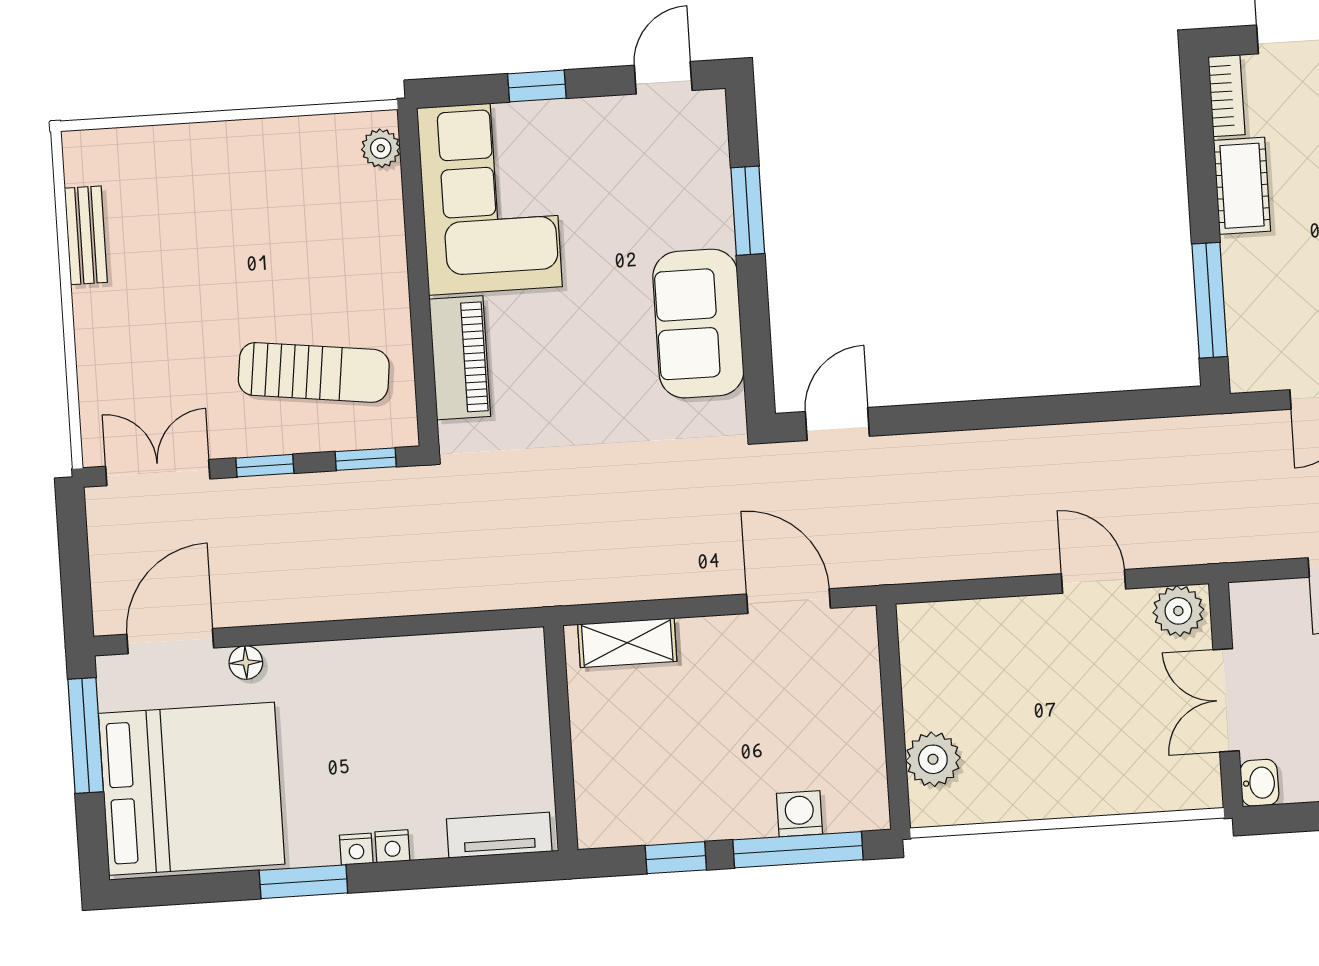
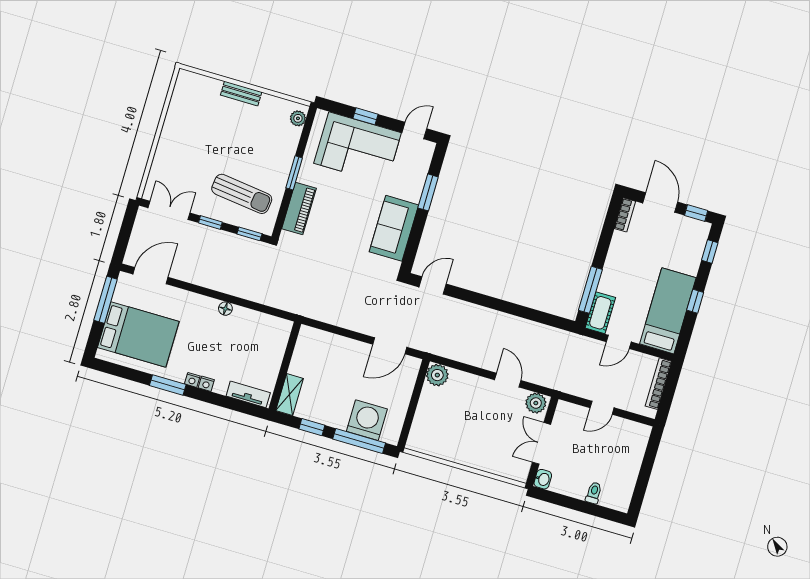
cot: (1242, 186) -> (600, 313), moved
corner sofa: (489, 197) -> (358, 148), moved, turned 90
bench: (86, 235) -> (241, 94), moved, turned 90
window: (418, 279) -> (294, 173), added
door: (789, 601) -> (390, 346), swing flipped
shelving: (627, 643) -> (290, 394), moved, turned 90
floor lamp: (246, 662) -> (225, 309), moved
plant: (933, 759) -> (437, 375), moved
bed: (192, 789) -> (138, 334), width x0.73
washing machine: (799, 814) -> (367, 420), width x1.89, depth x1.89

